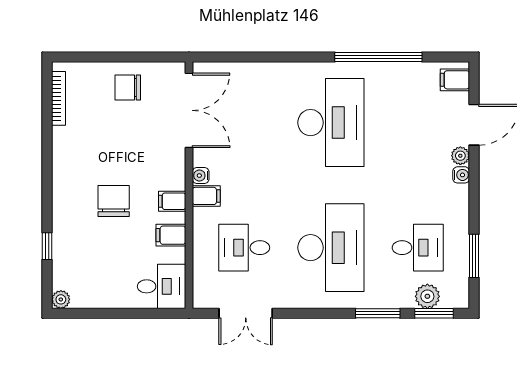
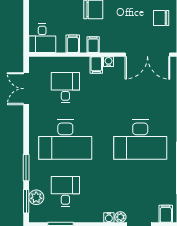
chair: (128, 88) -> (161, 18), turned -90
desk: (418, 248) -> (65, 192), turned 180

